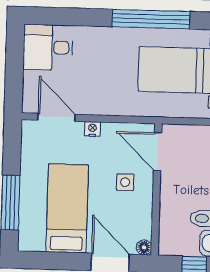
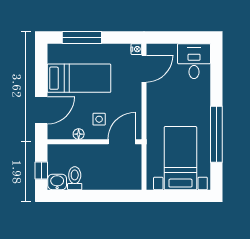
nightstand: (92, 129) -> (136, 49), moved
floor lamp: (144, 247) -> (79, 134), moved

